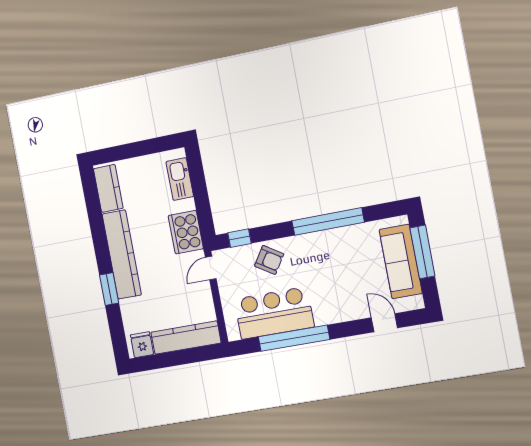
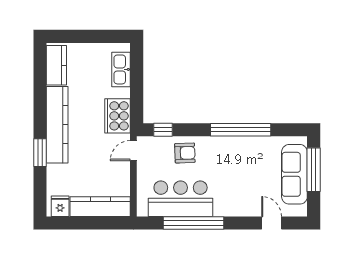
armchair: (269, 260) -> (185, 153), turned -35

